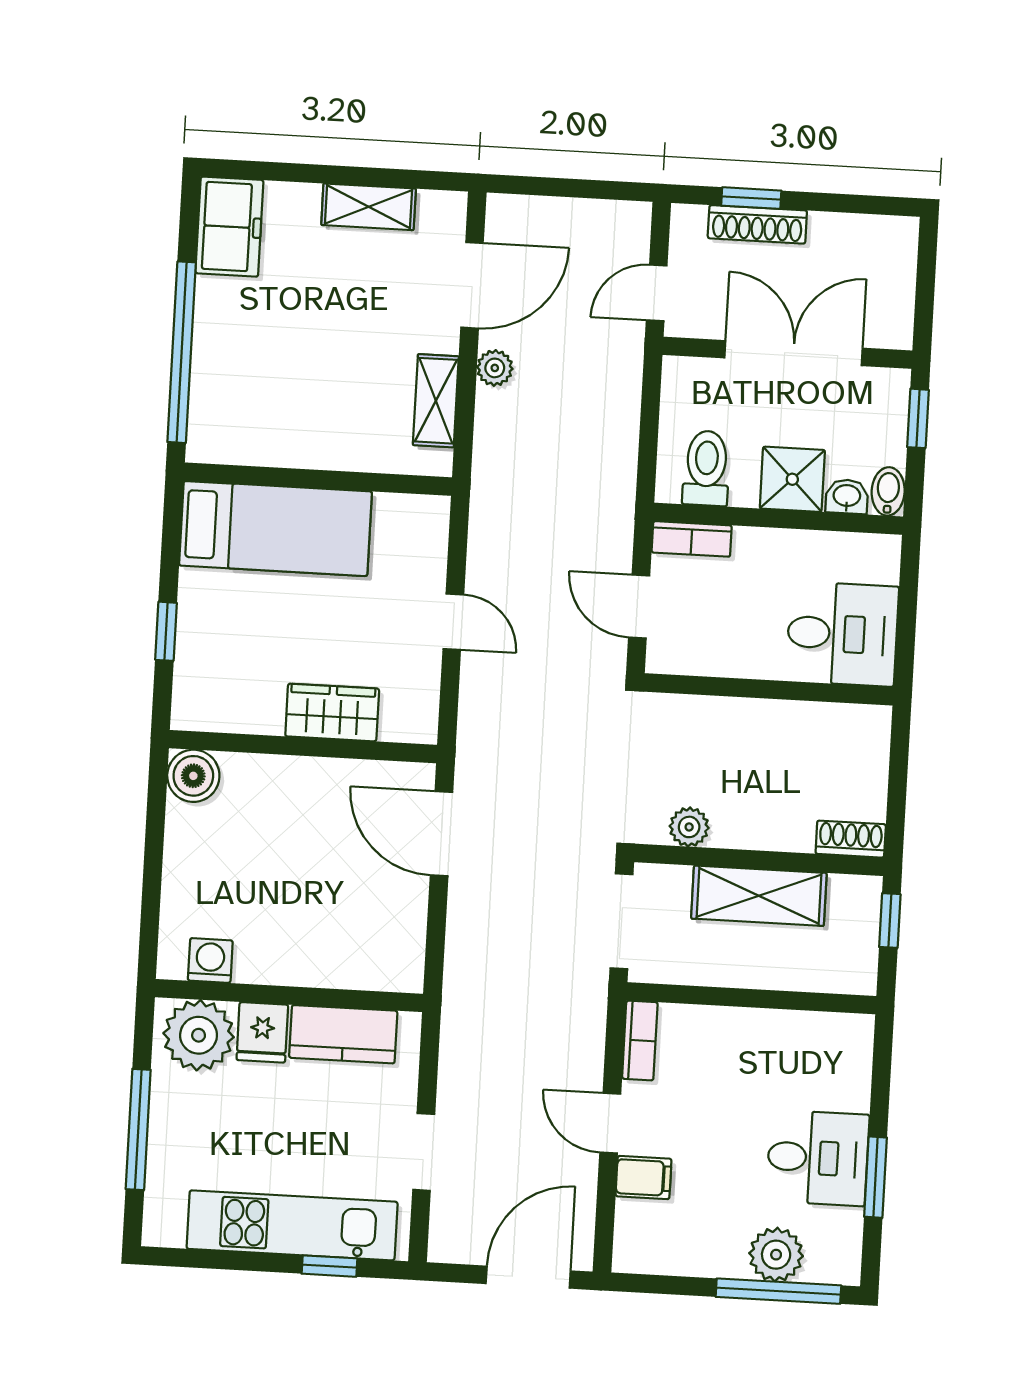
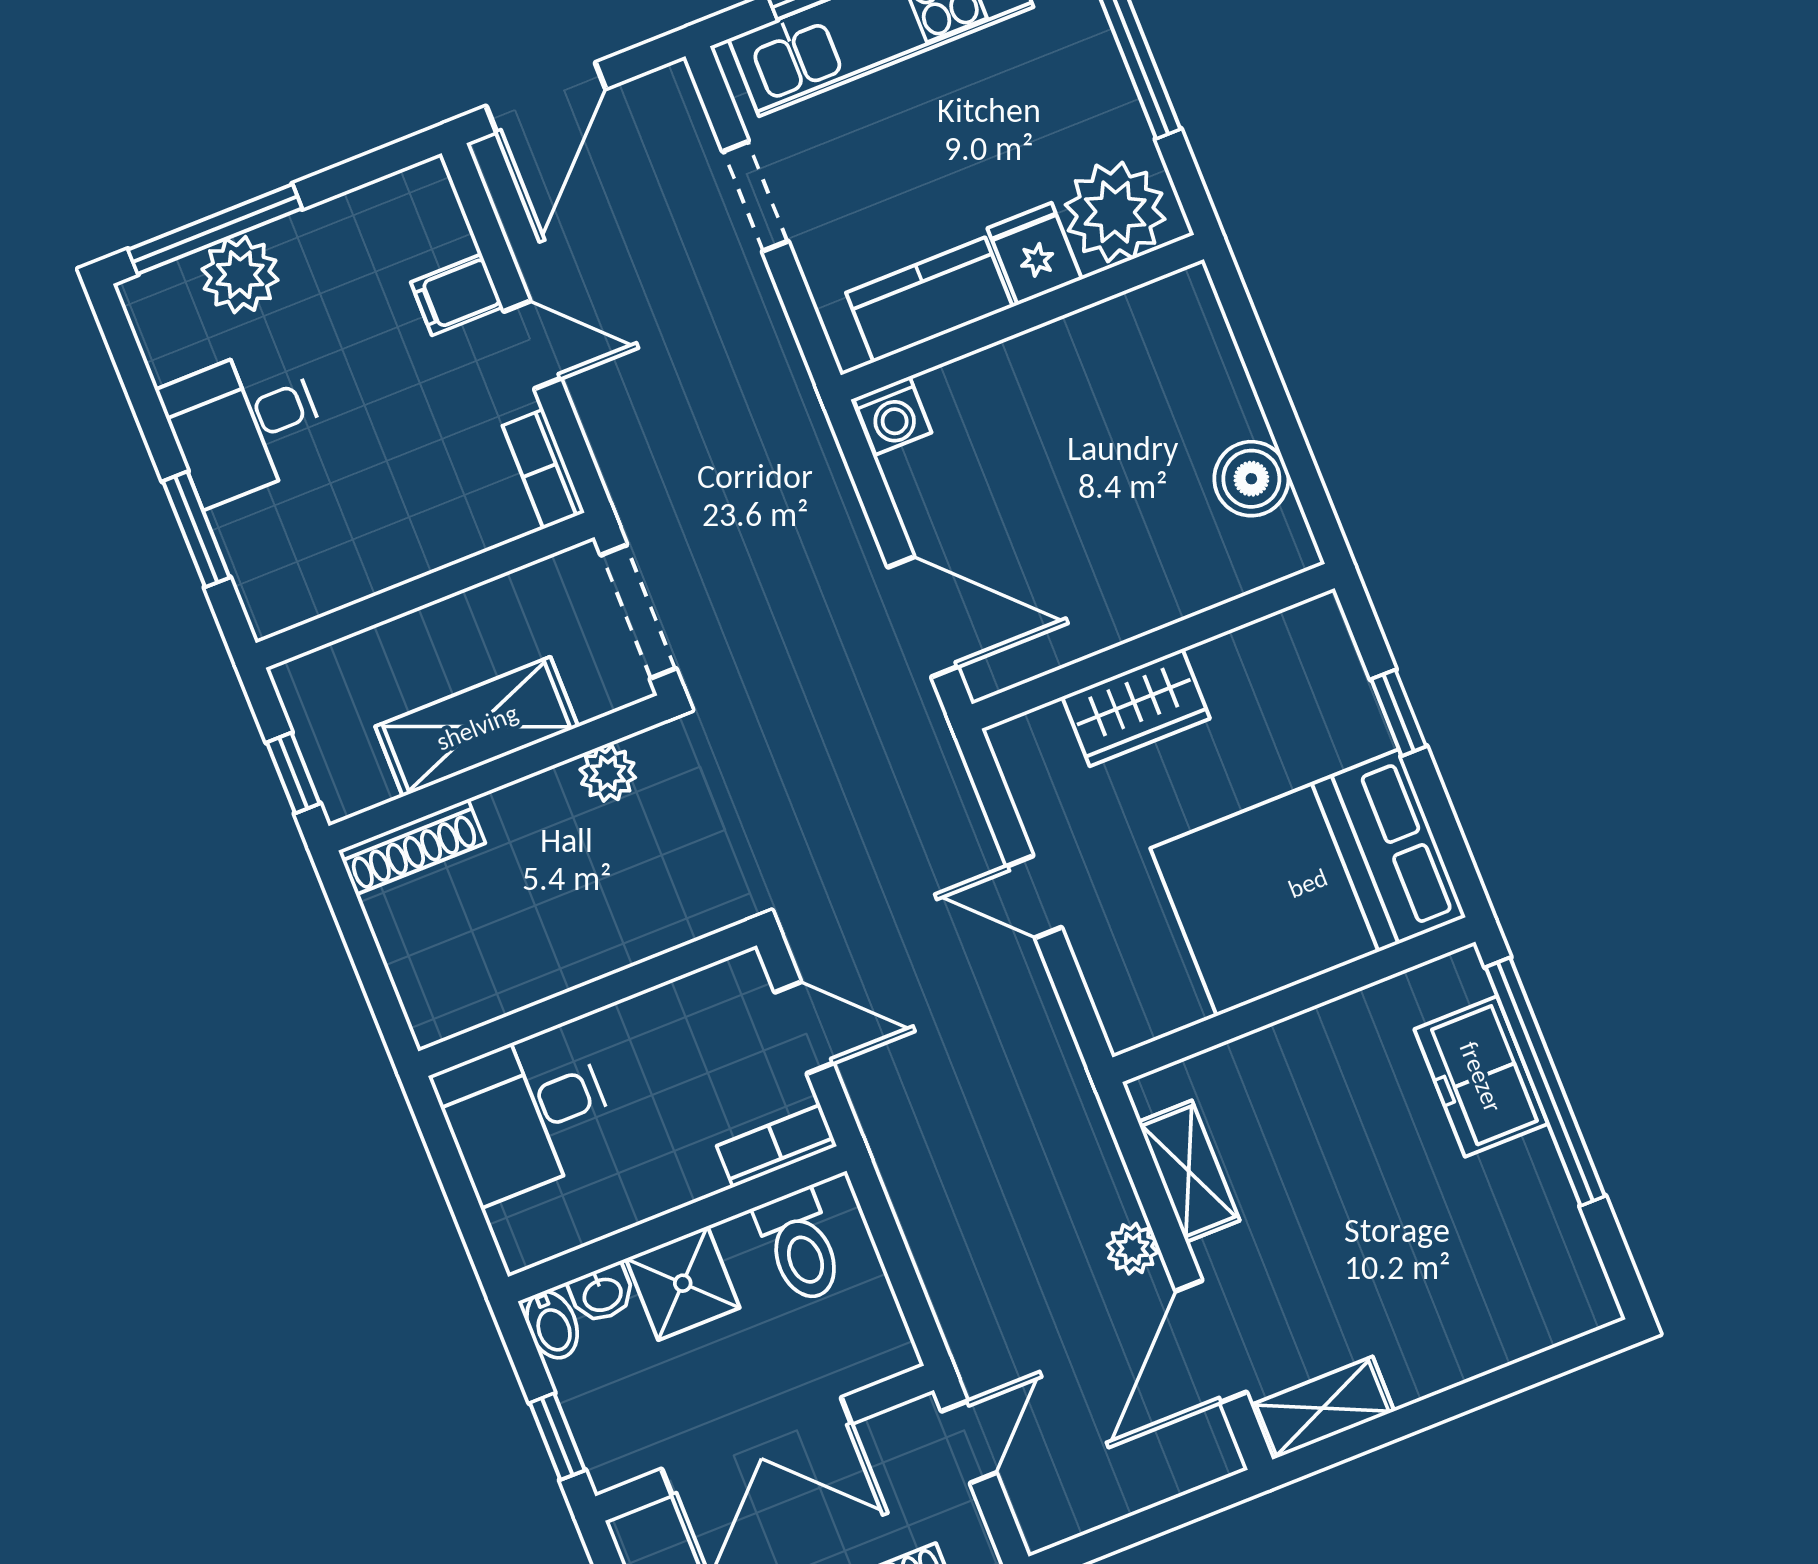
shelving: (369, 207) -> (1322, 1408), moved
freezer: (229, 227) -> (1481, 1077), moved
bed: (275, 529) -> (1308, 883), width x1.50
boiler: (193, 776) -> (1251, 479), moved
shoe rack: (851, 839) -> (412, 847), width x1.43
washing machine: (210, 960) -> (892, 416), moved
window: (875, 1177) -> (196, 529), moved

